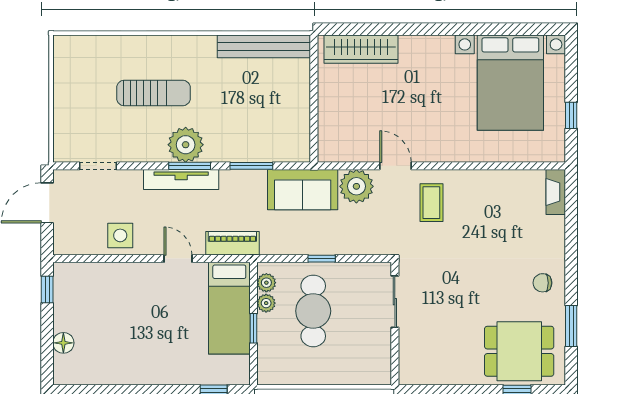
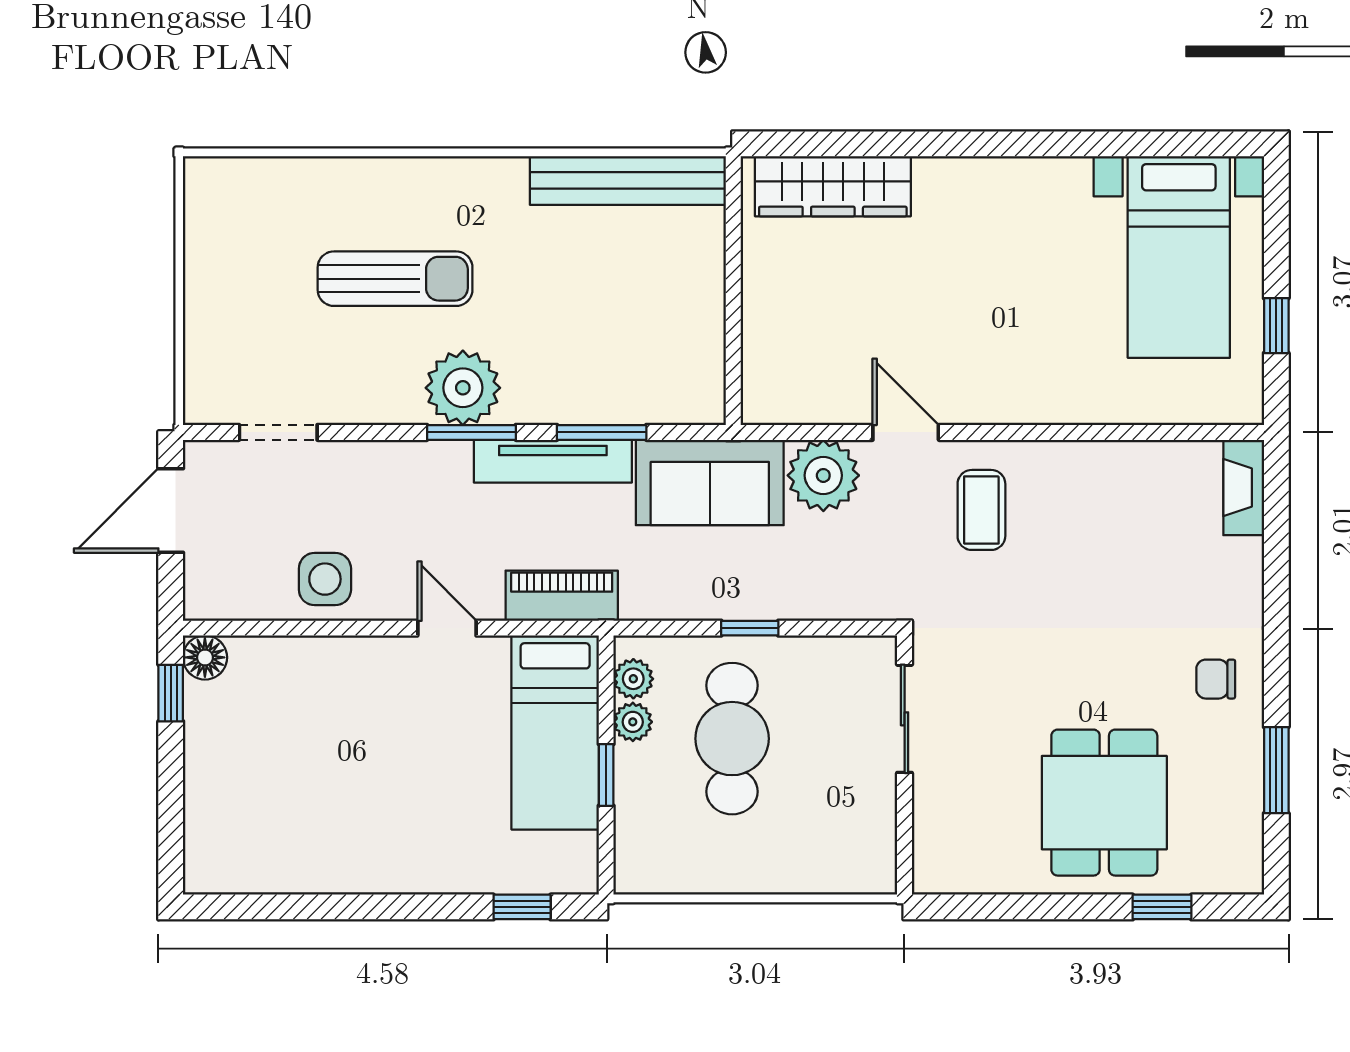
bed with nightstands: (510, 83) -> (1179, 257), width x0.73
tv unit: (181, 180) -> (553, 461), moved
floor lamp: (63, 343) -> (205, 657), moved
dining table: (519, 351) -> (1104, 803), moved, turned 90

